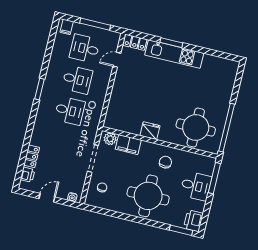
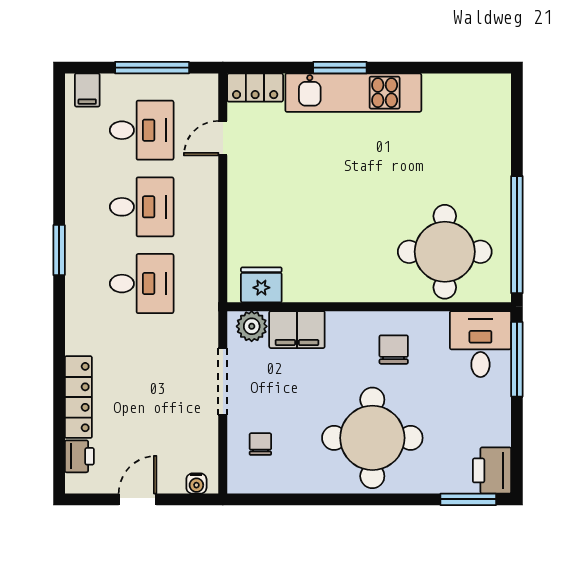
desk: (85, 48) -> (142, 130), turned 180
fridge: (150, 131) -> (261, 285), moved
locker: (32, 156) -> (78, 397), width x1.53
desk: (196, 186) -> (480, 344), moved, turned -90

